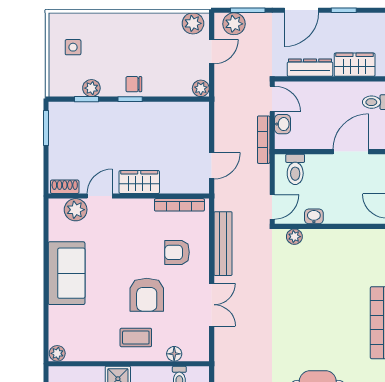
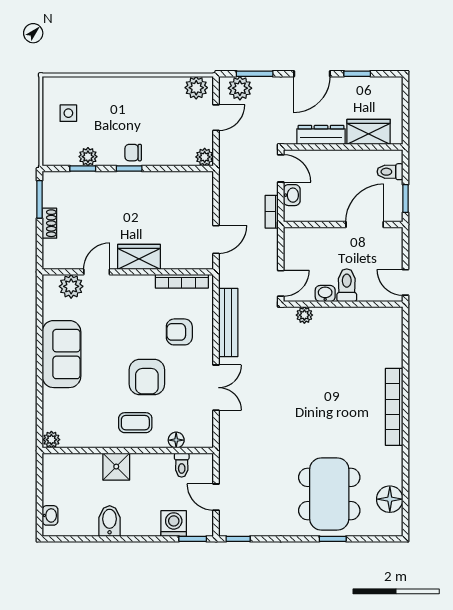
bookcase: (264, 140) -> (272, 212), width x0.64
toilet: (295, 169) -> (347, 285), moved, turned 180
shoe rack: (65, 187) -> (49, 223), moved, turned 90

